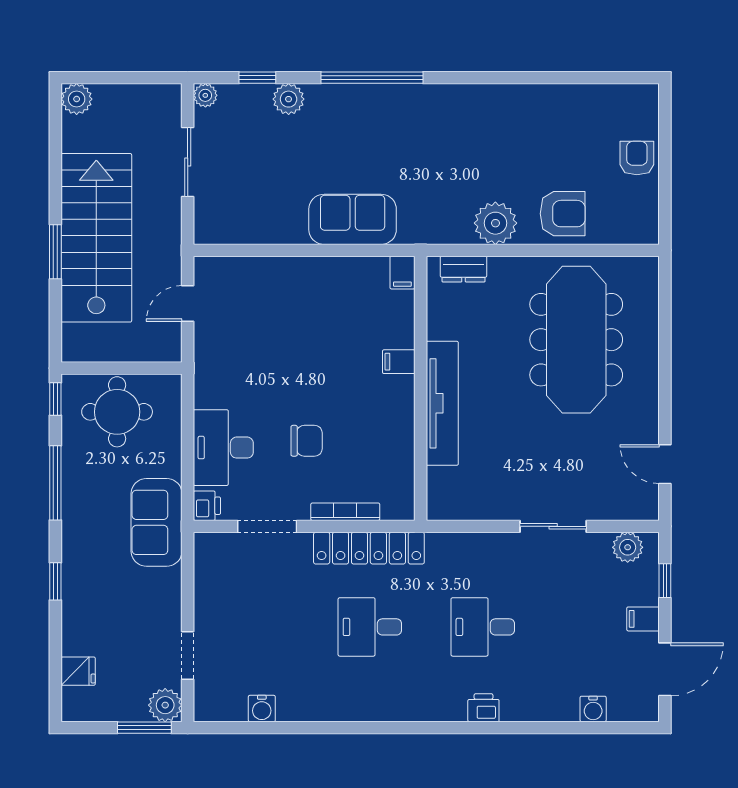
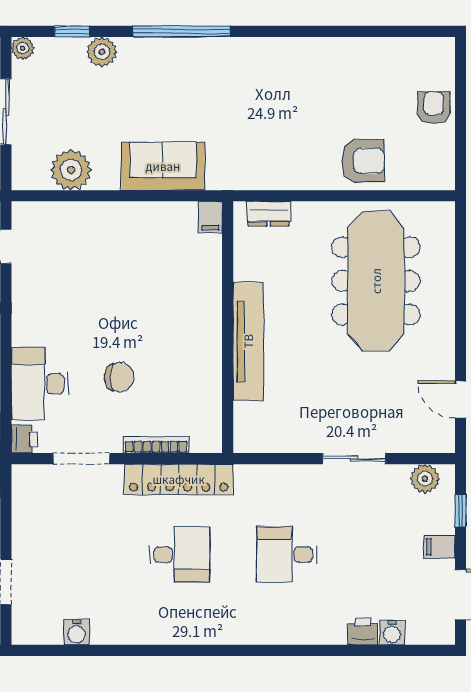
plant: (495, 223) -> (71, 170), moved
filing cabinet: (399, 362) -> (207, 302), removed
desk: (370, 627) -> (179, 554), turned 180
printer: (483, 708) -> (363, 631), moved

